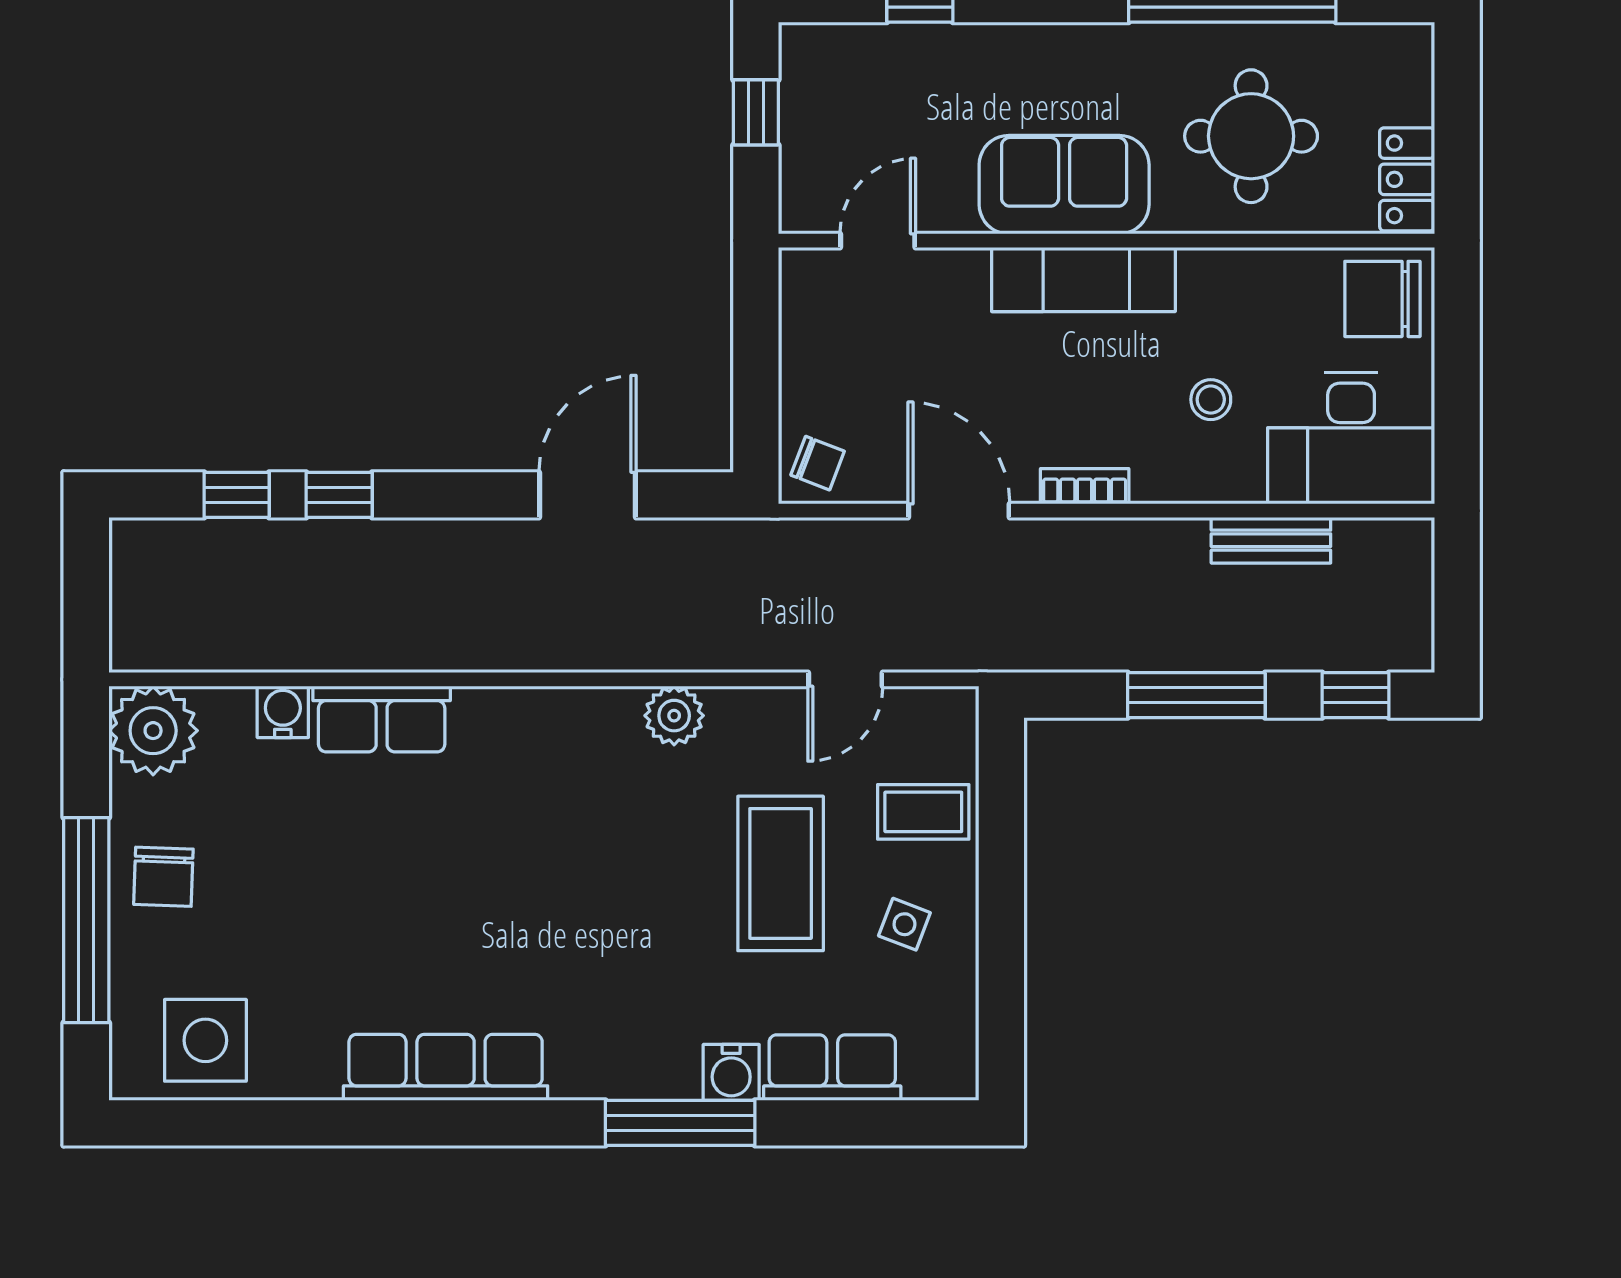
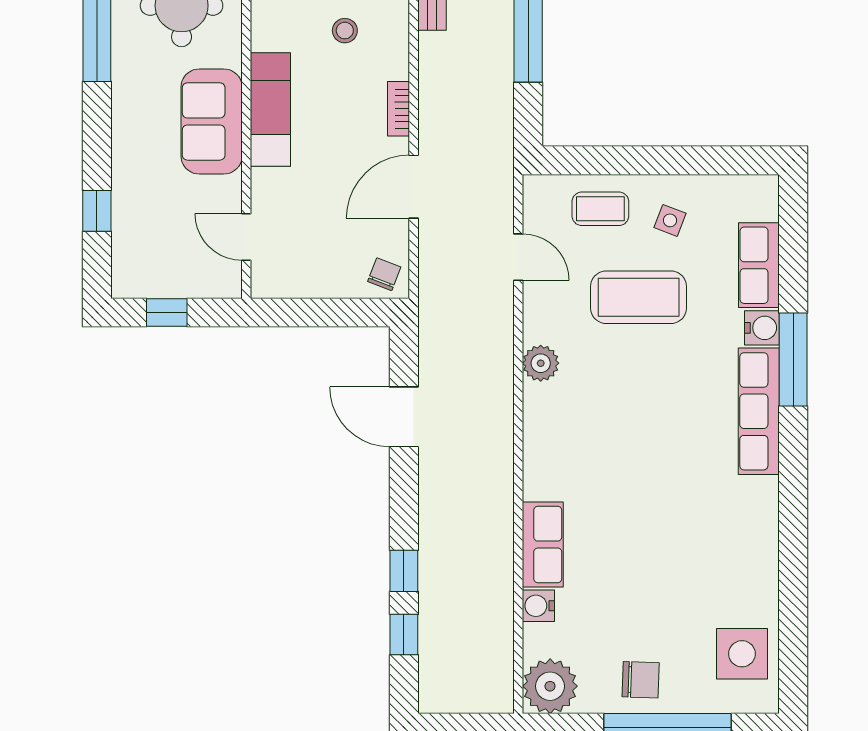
coffee table: (923, 812) -> (600, 209), turned 90
row of seats: (446, 1067) -> (759, 411), moved

